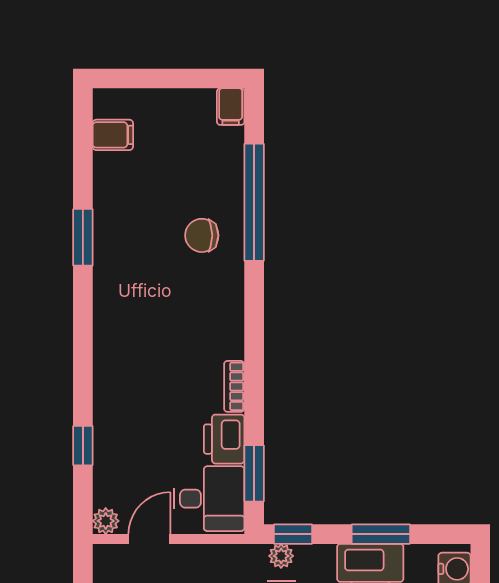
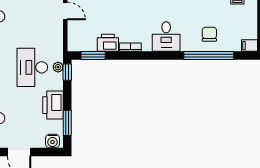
chair: (202, 235) -> (209, 34), moved
desk: (209, 499) -> (166, 37), moved
window: (381, 534) -> (67, 123), moved

